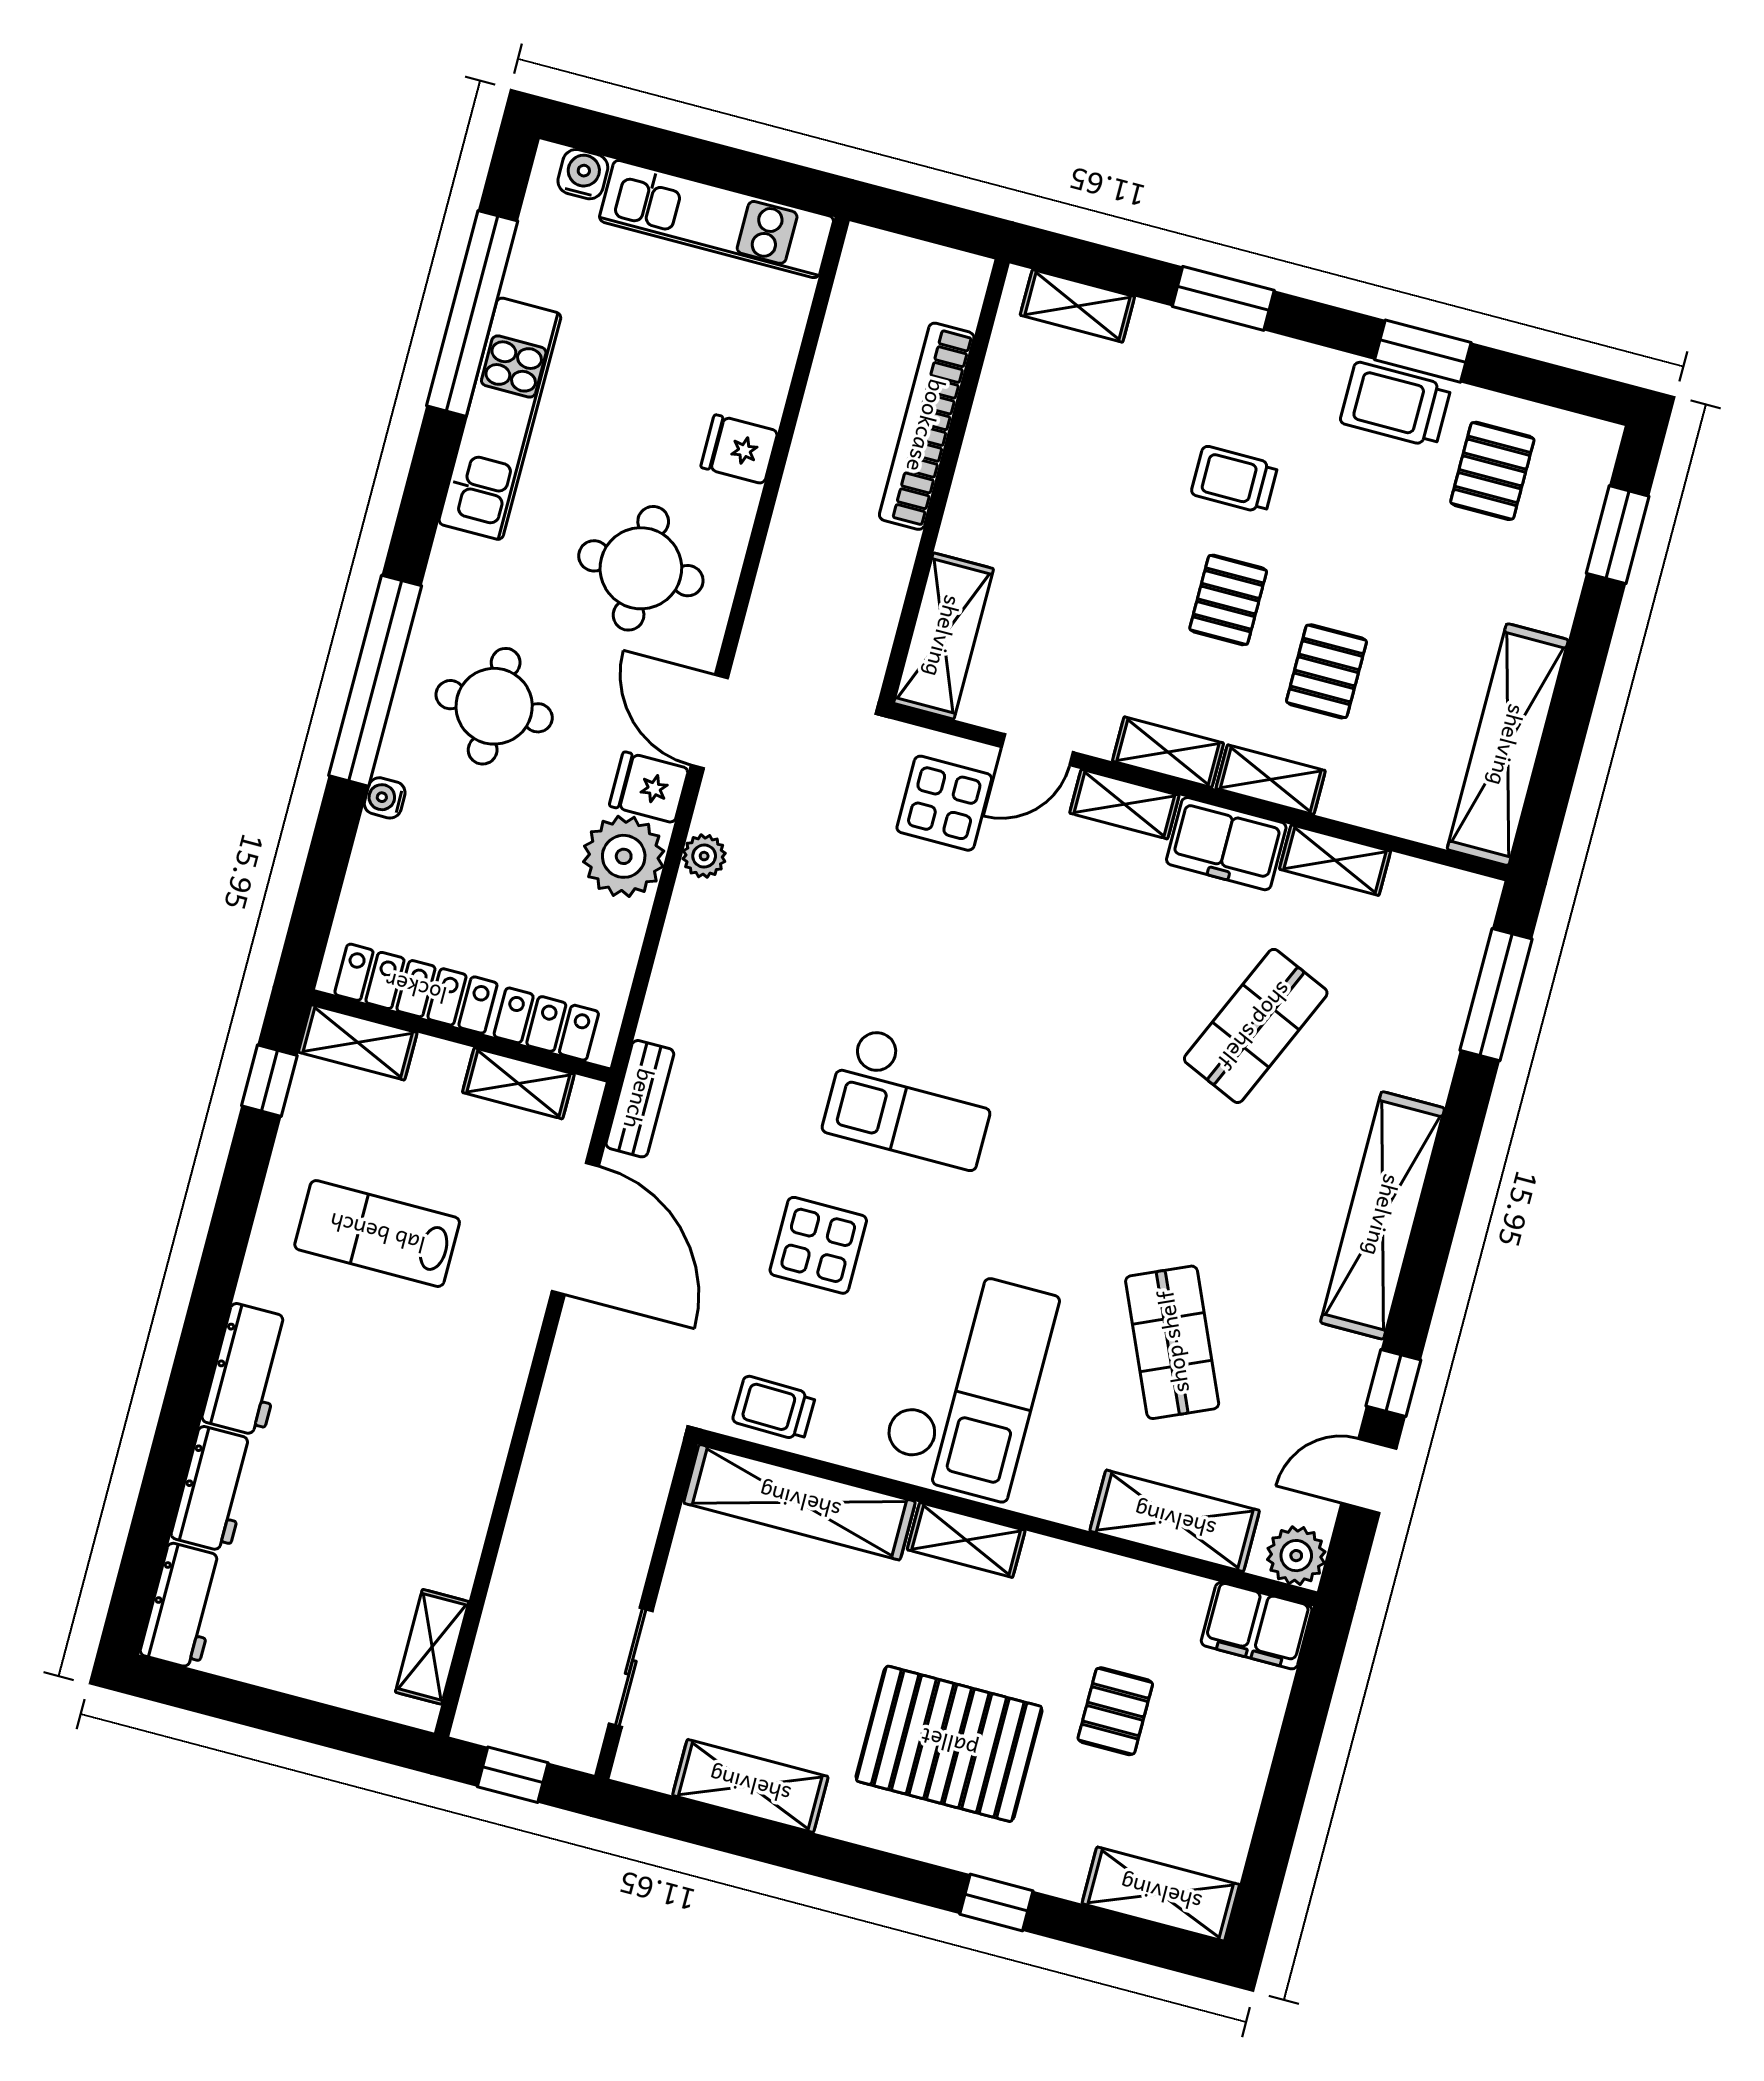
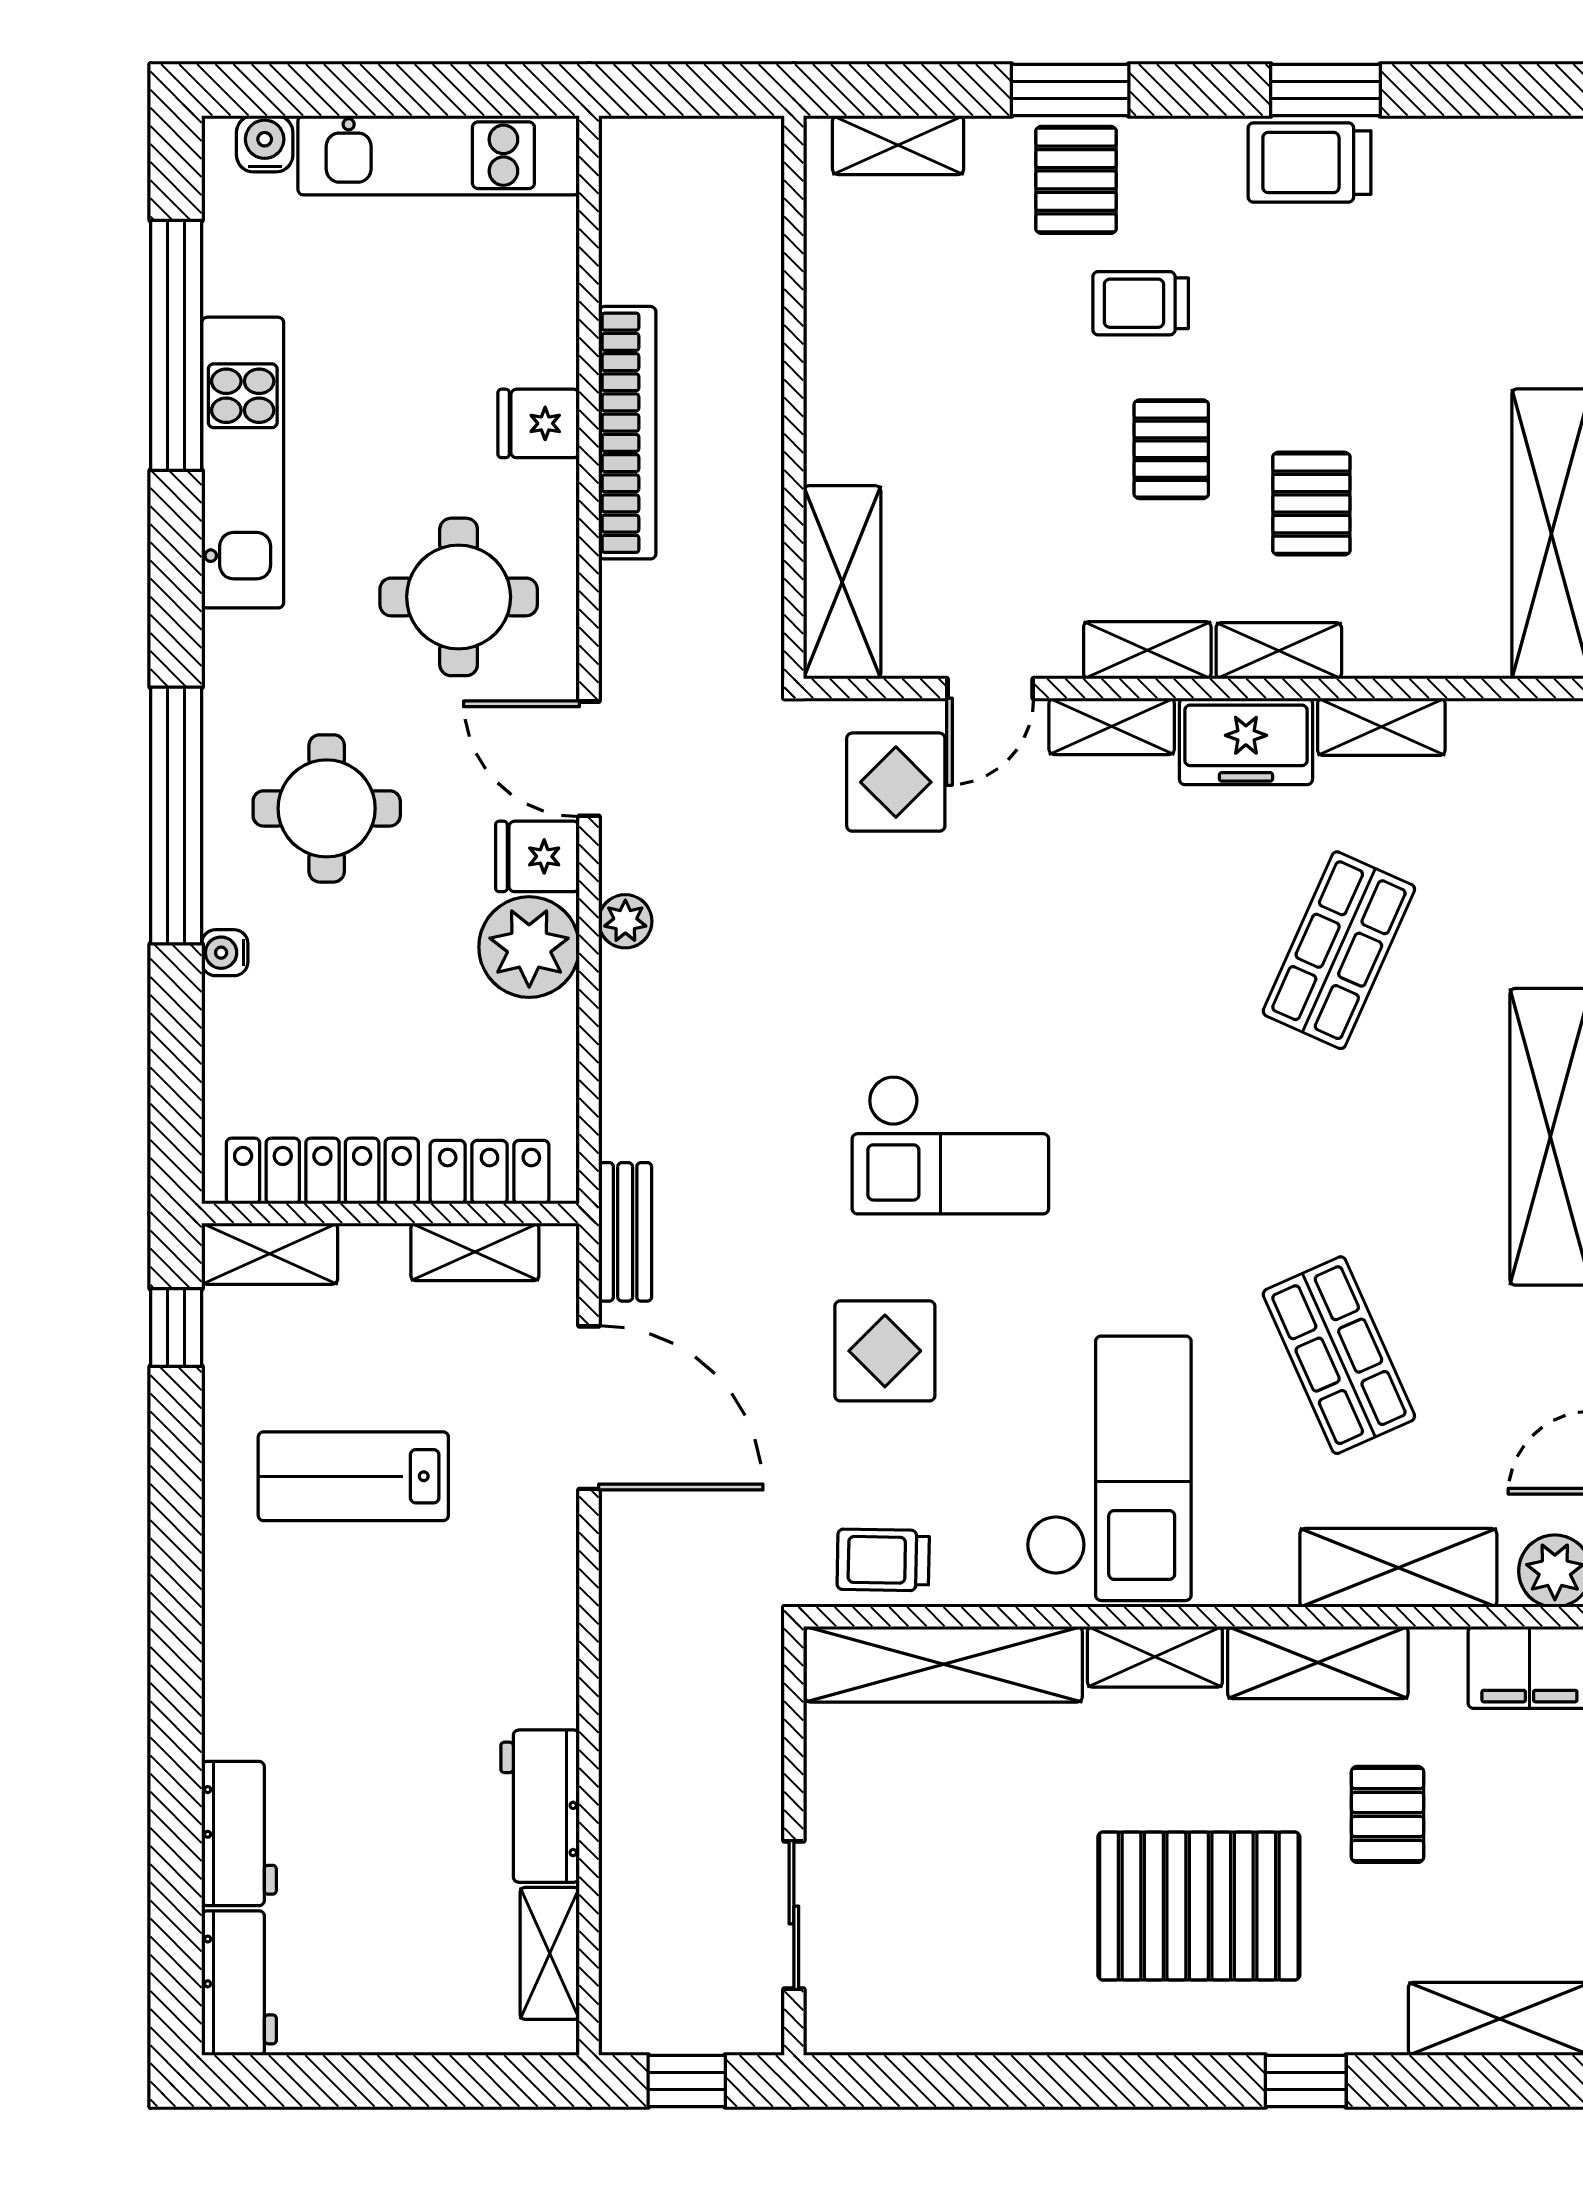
bookcase: (927, 426) -> (627, 433), moved, turned 180
pallet: (1492, 471) -> (1076, 180), moved
workbench: (247, 1370) -> (540, 1806), moved, turned 180
shelving: (750, 1786) -> (1318, 1662), moved

